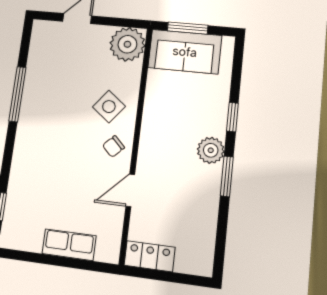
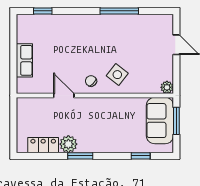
plant: (127, 44) -> (167, 87), width x0.53, depth x0.53
window: (232, 117) -> (141, 156), moved
plant: (211, 150) -> (68, 144), moved
locker: (149, 256) -> (43, 145), moved, turned -90

